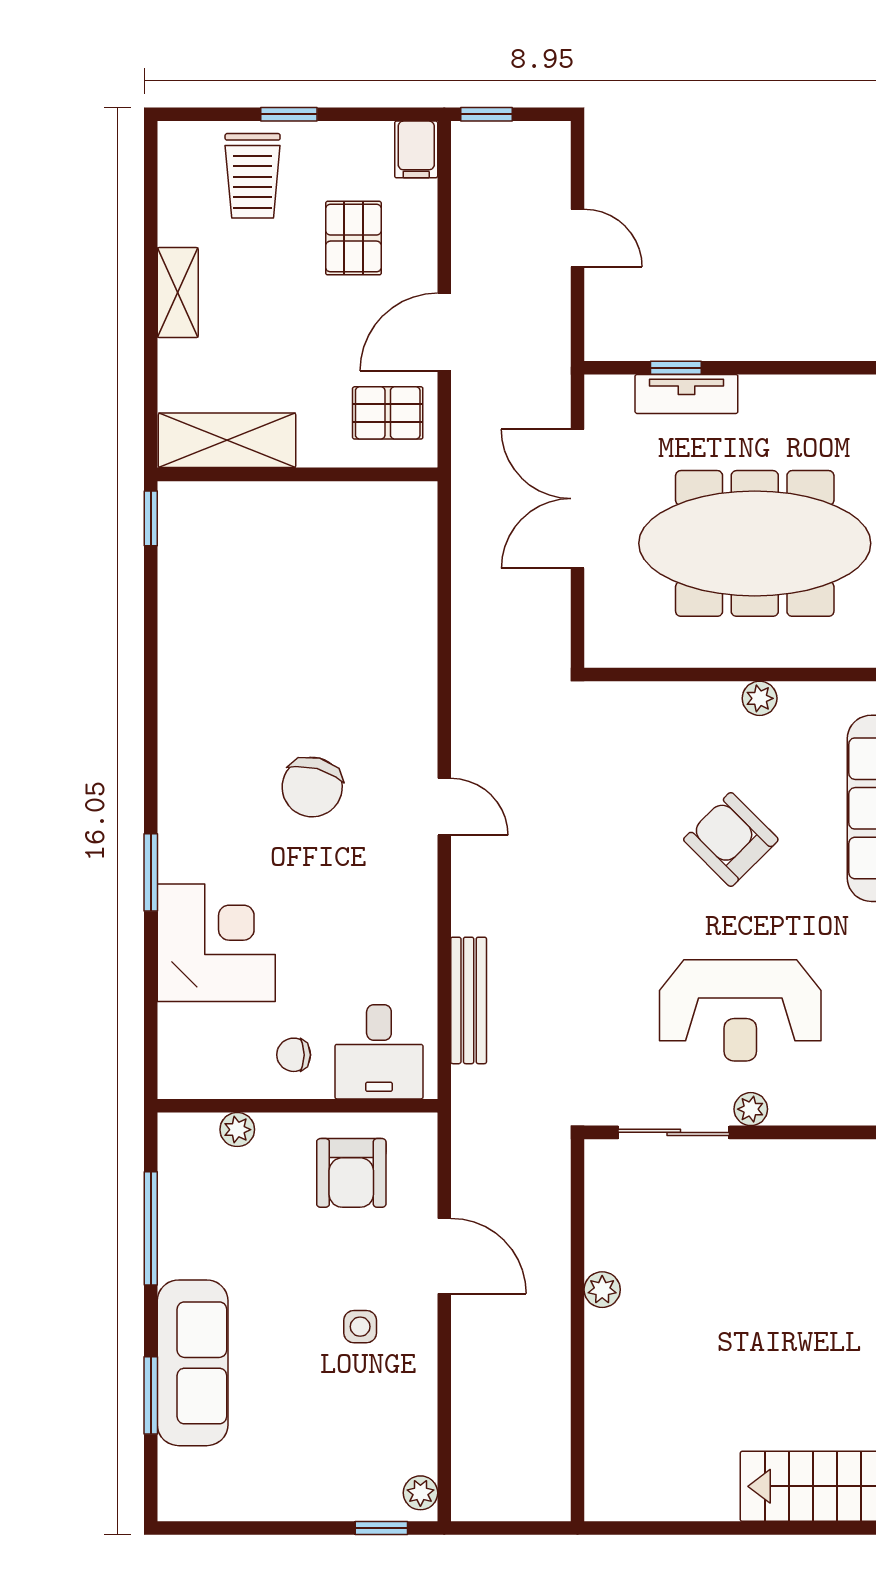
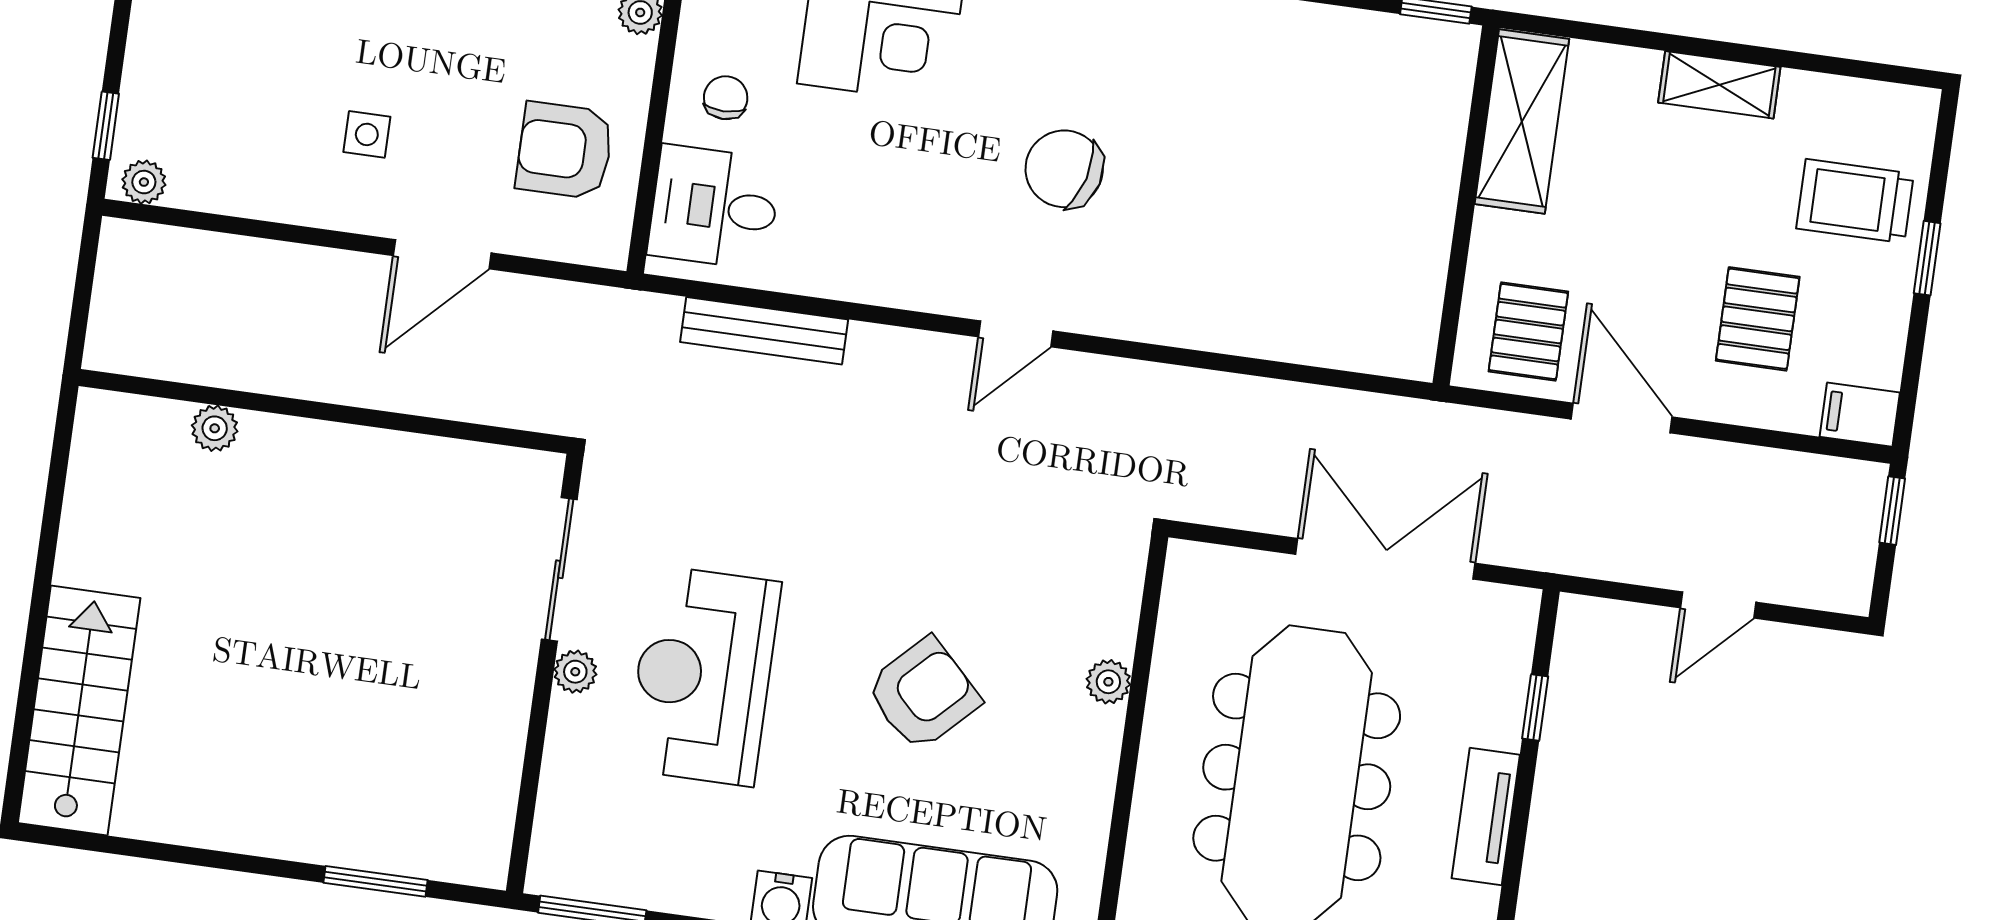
pallet: (353, 238) -> (1758, 319), turned 90
tv unit: (686, 394) -> (1486, 817), moved
plant: (760, 698) -> (1108, 682), moved
plant: (602, 1290) -> (215, 428), moved

